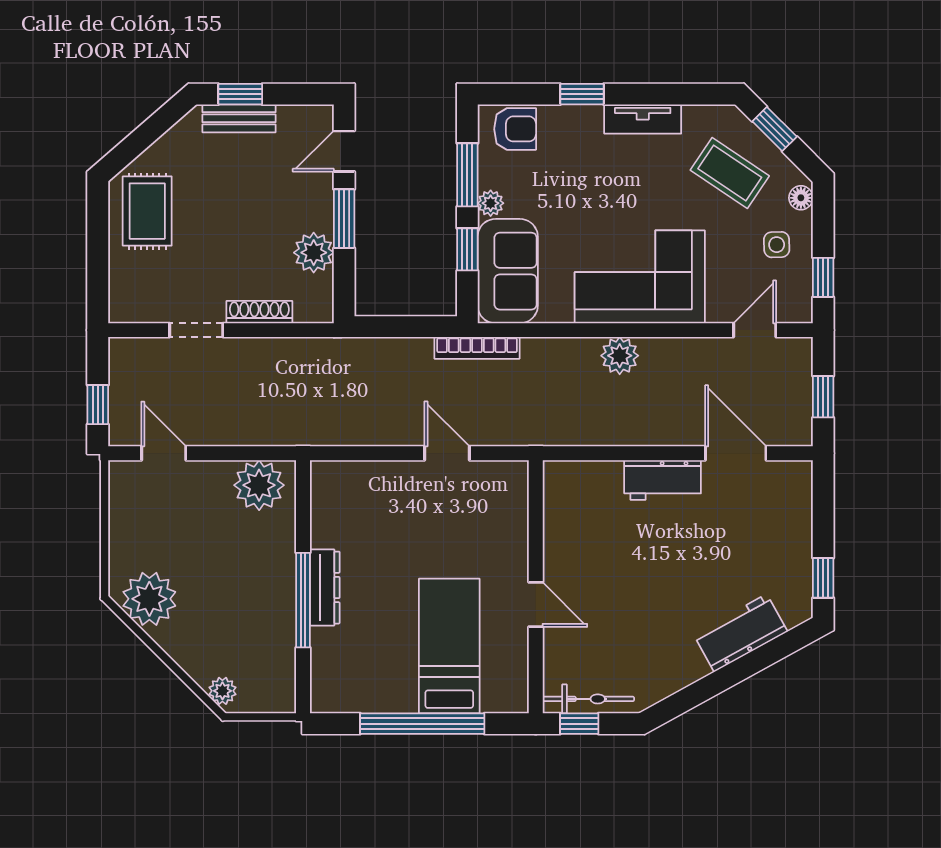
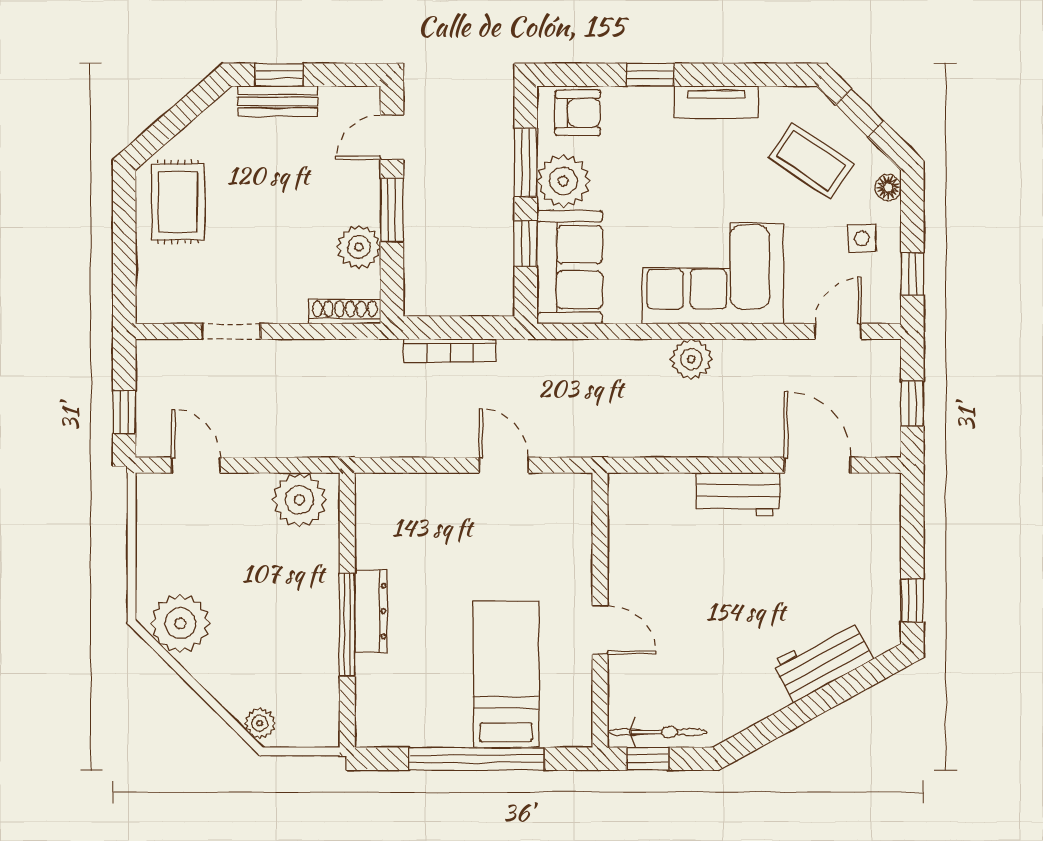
plant: (491, 203) -> (563, 181), width x1.88, depth x1.88
shoe rack: (259, 312) -> (345, 312), moved
bookcase: (477, 348) -> (450, 351), moved

